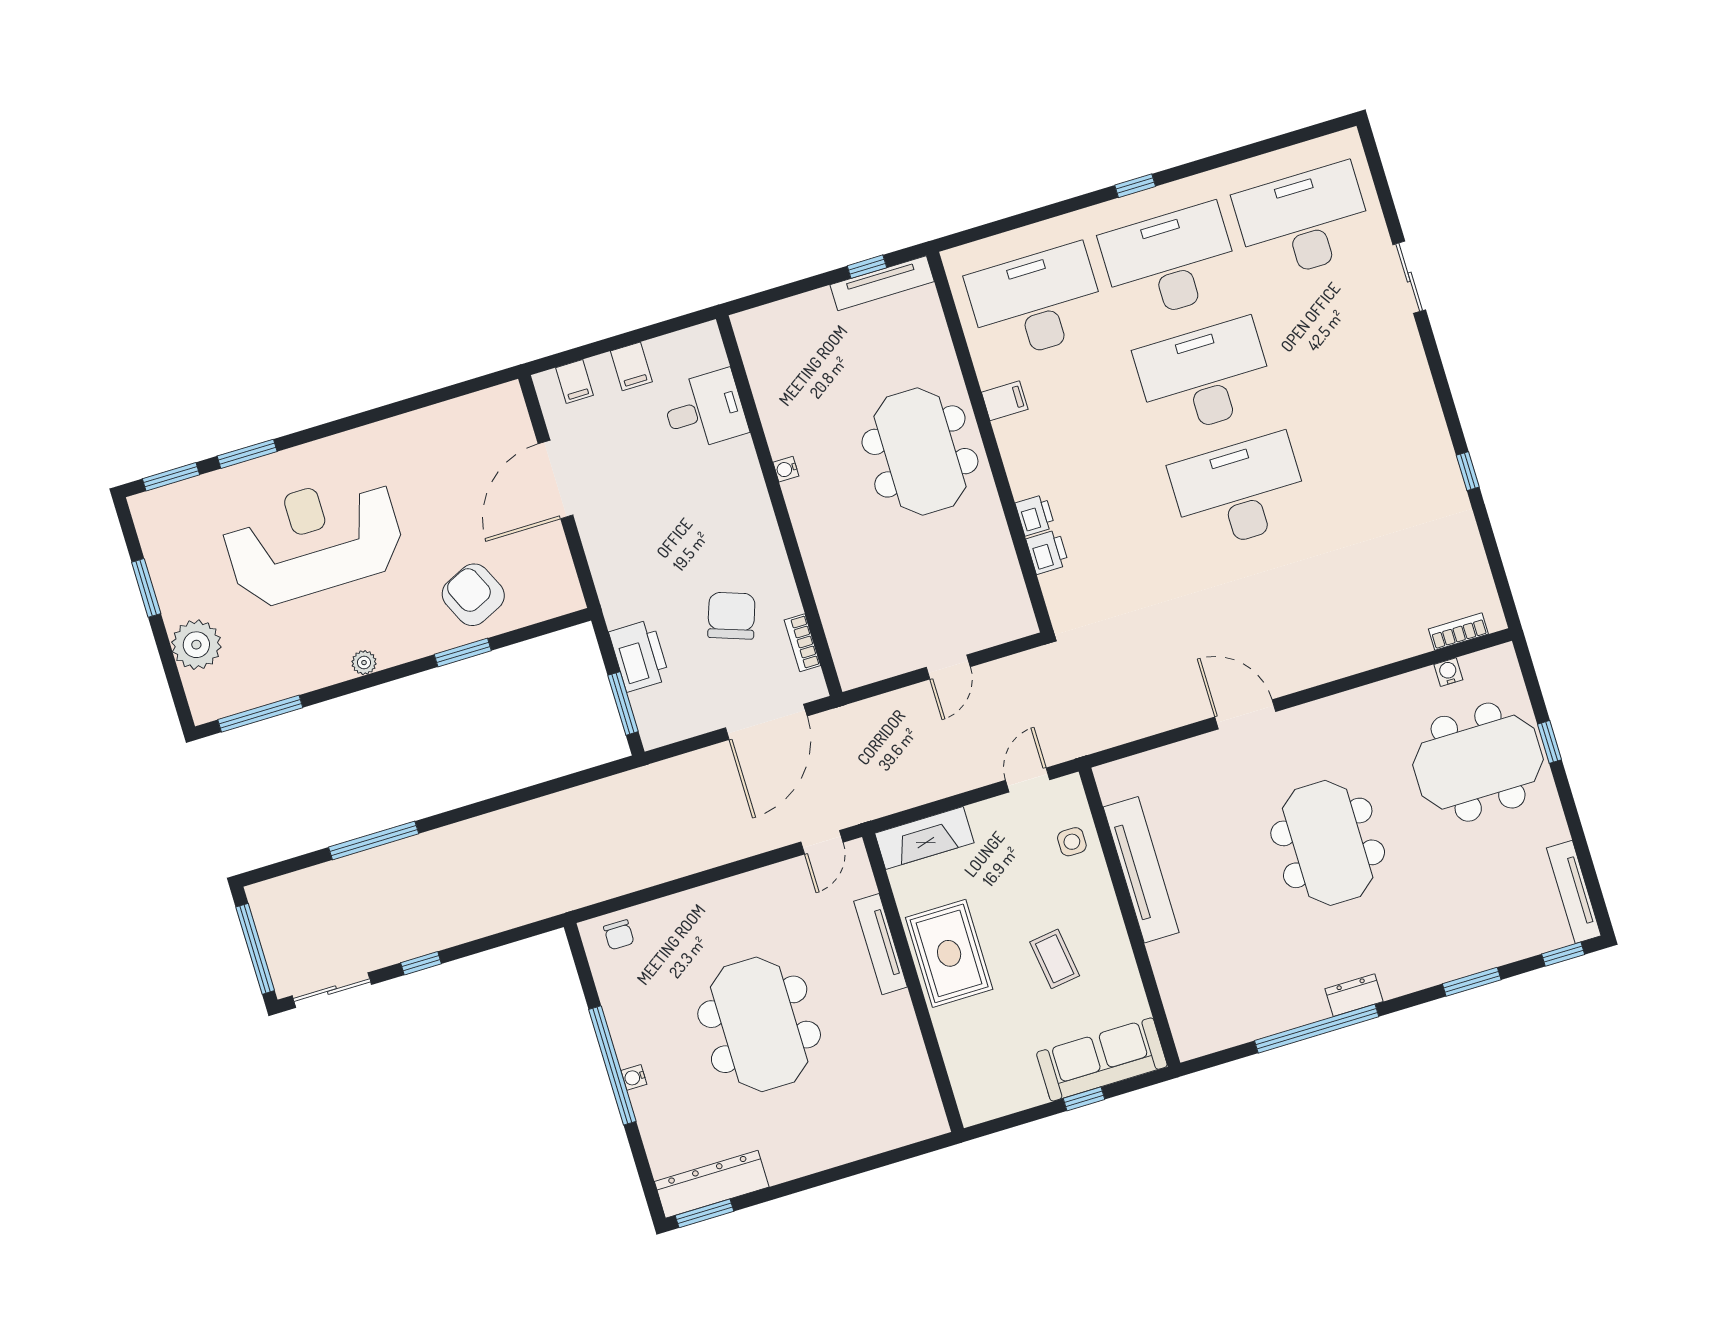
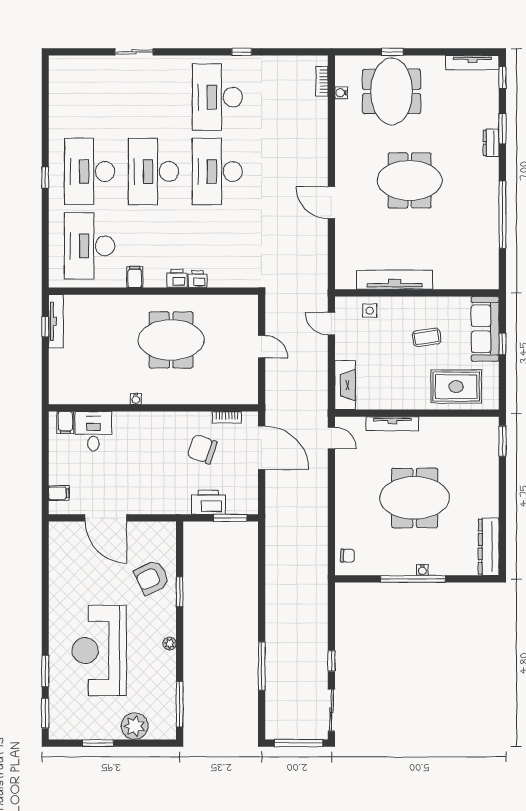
desk: (1304, 222) -> (217, 97), moved
filing cabinet: (631, 366) -> (65, 423), moved, turned 90
meeting table: (920, 451) -> (171, 340), moved
printer: (1047, 552) -> (177, 278), moved
door: (1245, 714) -> (331, 203), hinge flipped
rug: (949, 953) -> (456, 387), moved
dresser: (1354, 995) -> (491, 143), moved
window: (704, 1213) -> (502, 441), moved

